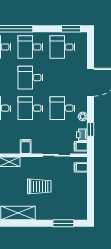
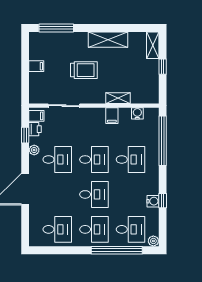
window: (71, 29) -> (48, 250), removed
filing cabinet: (26, 147) -> (112, 116), moved
filing cabinet: (81, 167) -> (36, 66), moved
trolley: (39, 186) -> (84, 70), turned 180
window: (63, 223) -> (56, 28), width x1.44

